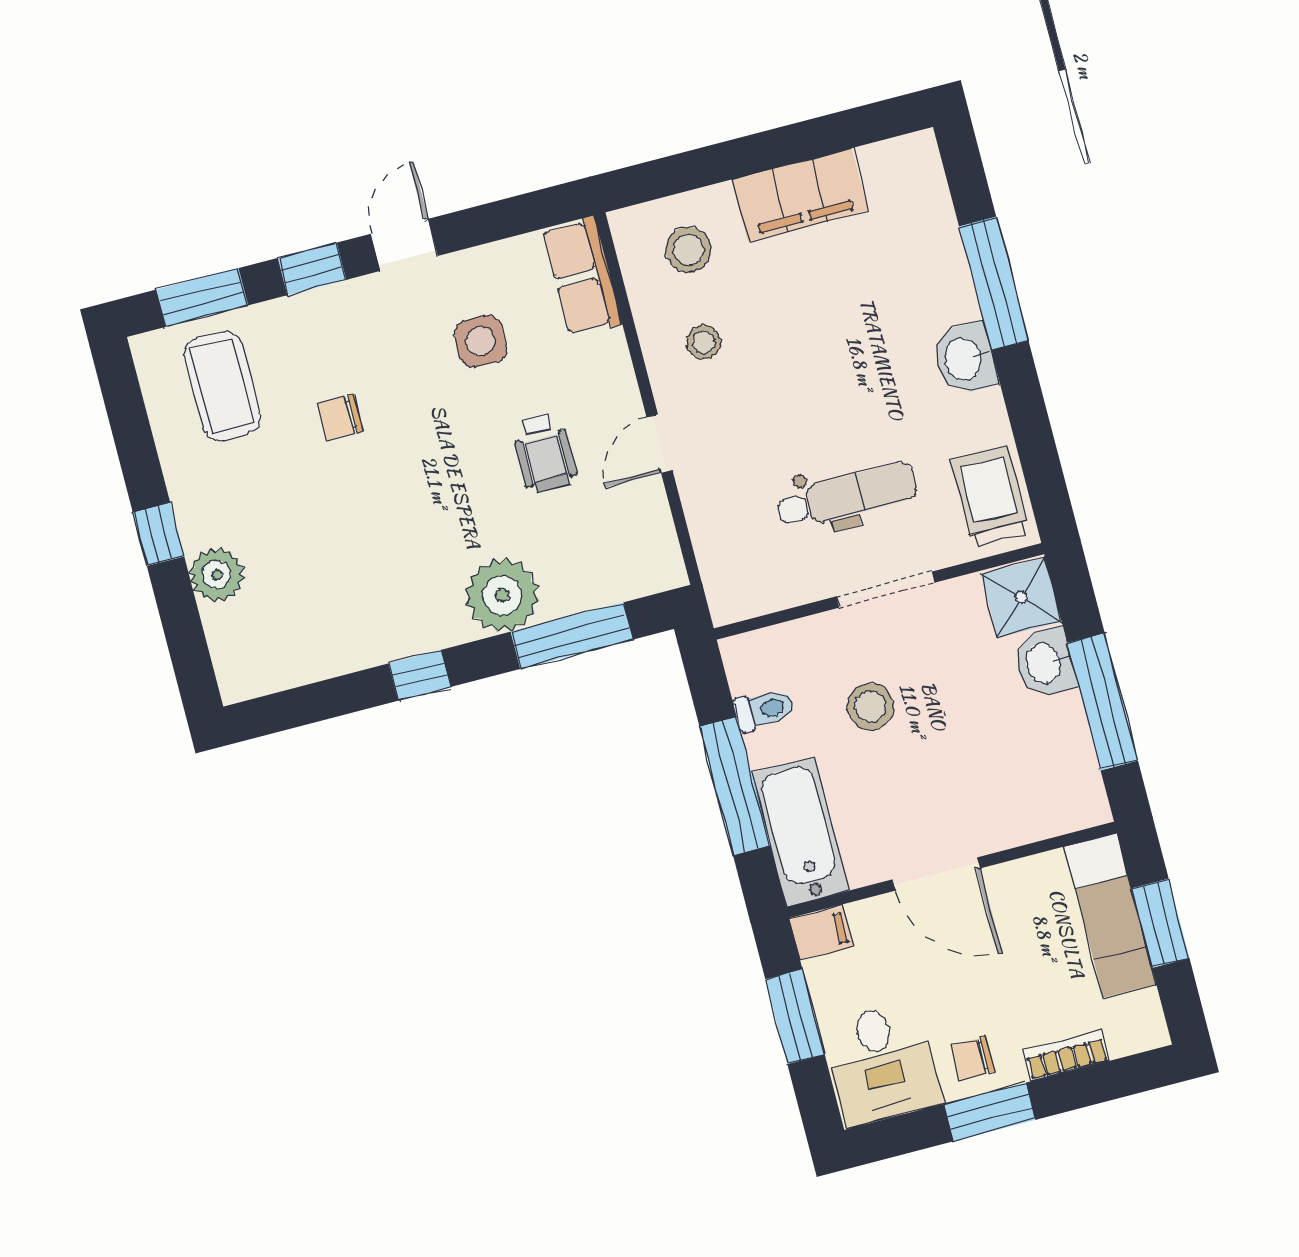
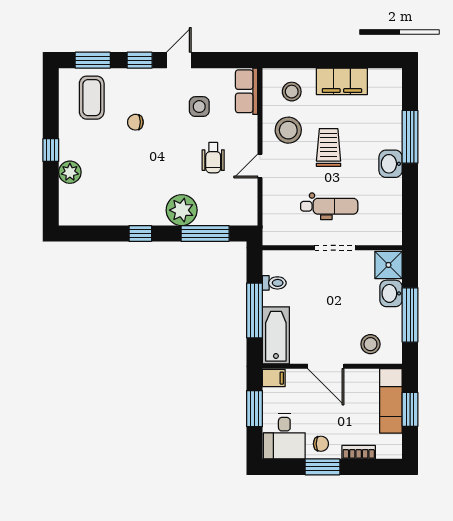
stool: (704, 342) -> (288, 130), width x1.89, depth x1.89
trolley: (990, 496) -> (329, 147), moved
stool: (871, 707) -> (370, 344), moved
chair: (972, 1059) -> (321, 444), turned 180

